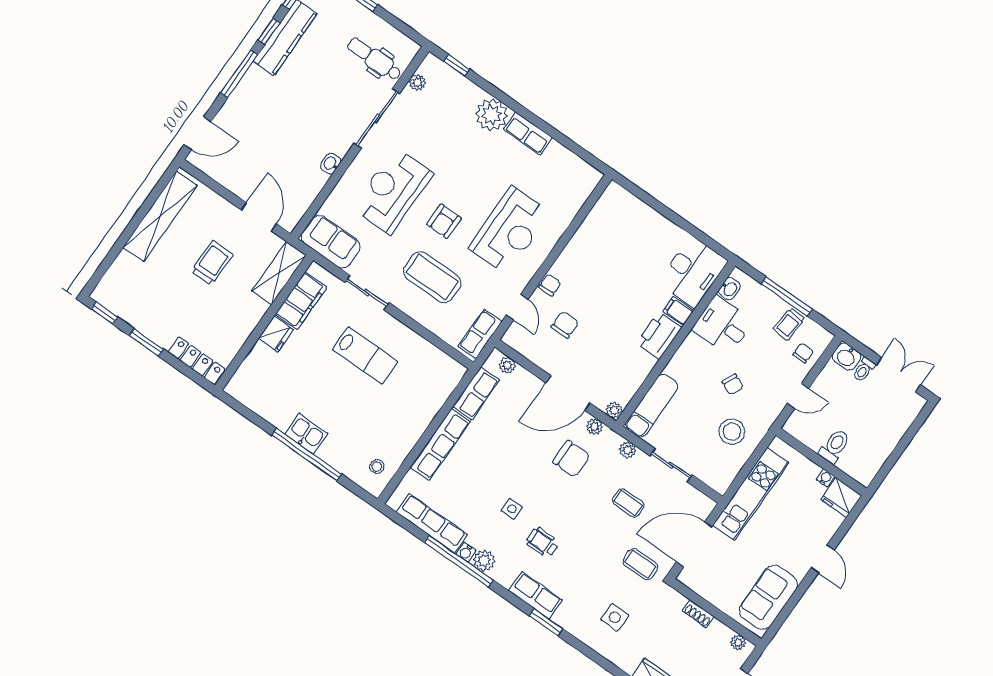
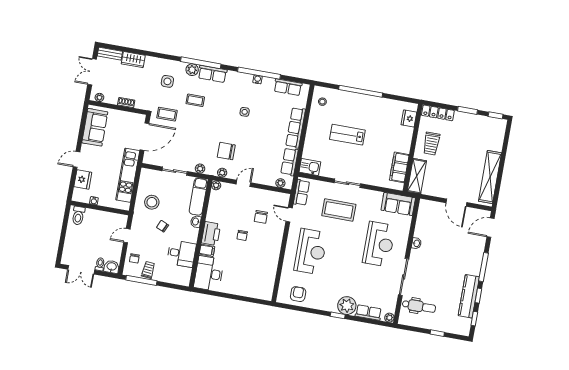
window: (456, 65) -> (338, 315), moved
plant: (417, 82) -> (389, 318), moved
row of seats: (528, 133) -> (368, 313), moved
door: (259, 217) -> (456, 203), moved
armchair: (444, 221) -> (298, 294), moved
reception desk: (510, 230) -> (311, 252), turned 180
trolley: (212, 263) -> (431, 144), moved
chair: (550, 285) -> (242, 235), moved
washbasin: (729, 289) -> (196, 222), moved
sliding door: (367, 292) -> (347, 183), moved
window: (787, 296) -> (141, 280), moved
fridge: (276, 334) -> (409, 118), moved
lab bench: (365, 355) -> (347, 135), moved
door: (568, 393) -> (243, 183), width x0.53
kitchen sink: (306, 434) -> (310, 167), moved, turned 180
toilet: (835, 446) -> (78, 216), moved
fridge: (841, 498) -> (83, 180), moved, turned 90
coffee table: (628, 503) -> (195, 100), moved
row of seats: (432, 523) -> (288, 87), width x0.68
wheelchair: (542, 543) -> (221, 102), removed
door: (823, 559) -> (76, 159), hinge flipped
plant: (484, 561) -> (192, 70), moved
window: (546, 622) -> (201, 63), width x2.11

